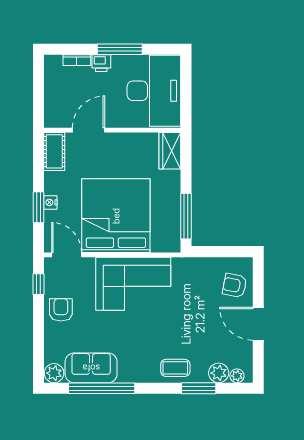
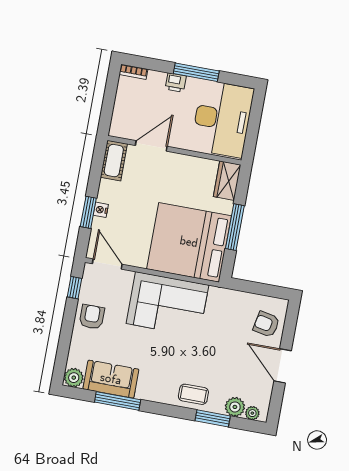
bookcase: (77, 60) -> (133, 72), moved
bed: (116, 216) -> (189, 242), moved, turned -90
window: (186, 216) -> (235, 227), moved
window: (102, 388) -> (118, 401), width x0.68

